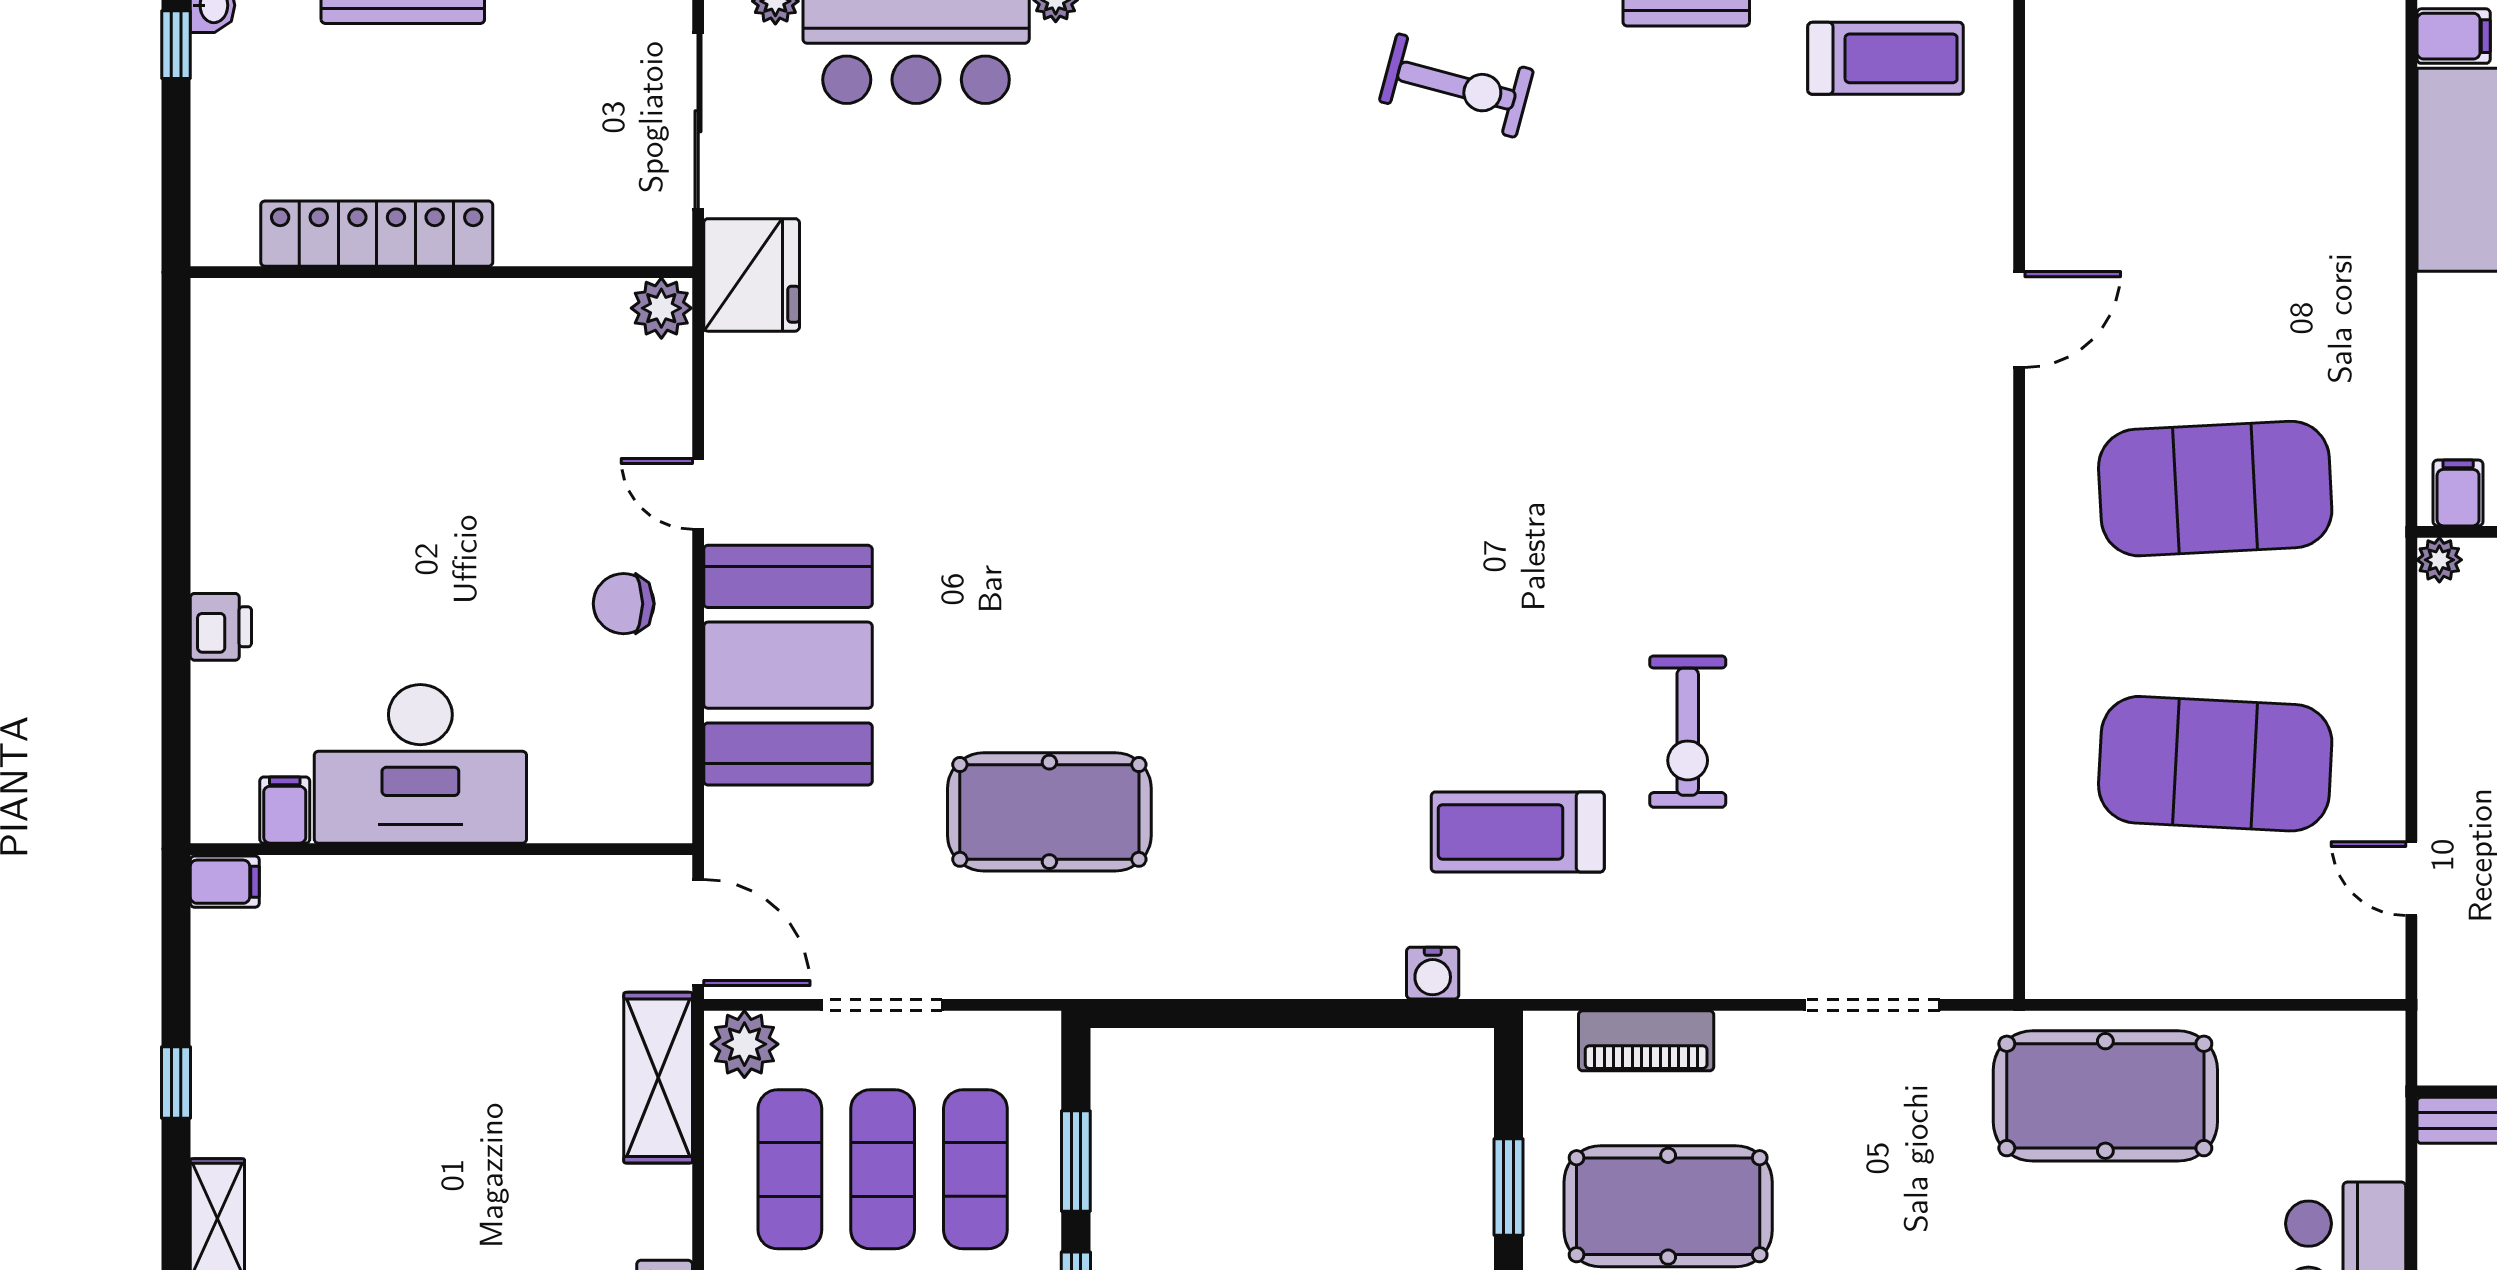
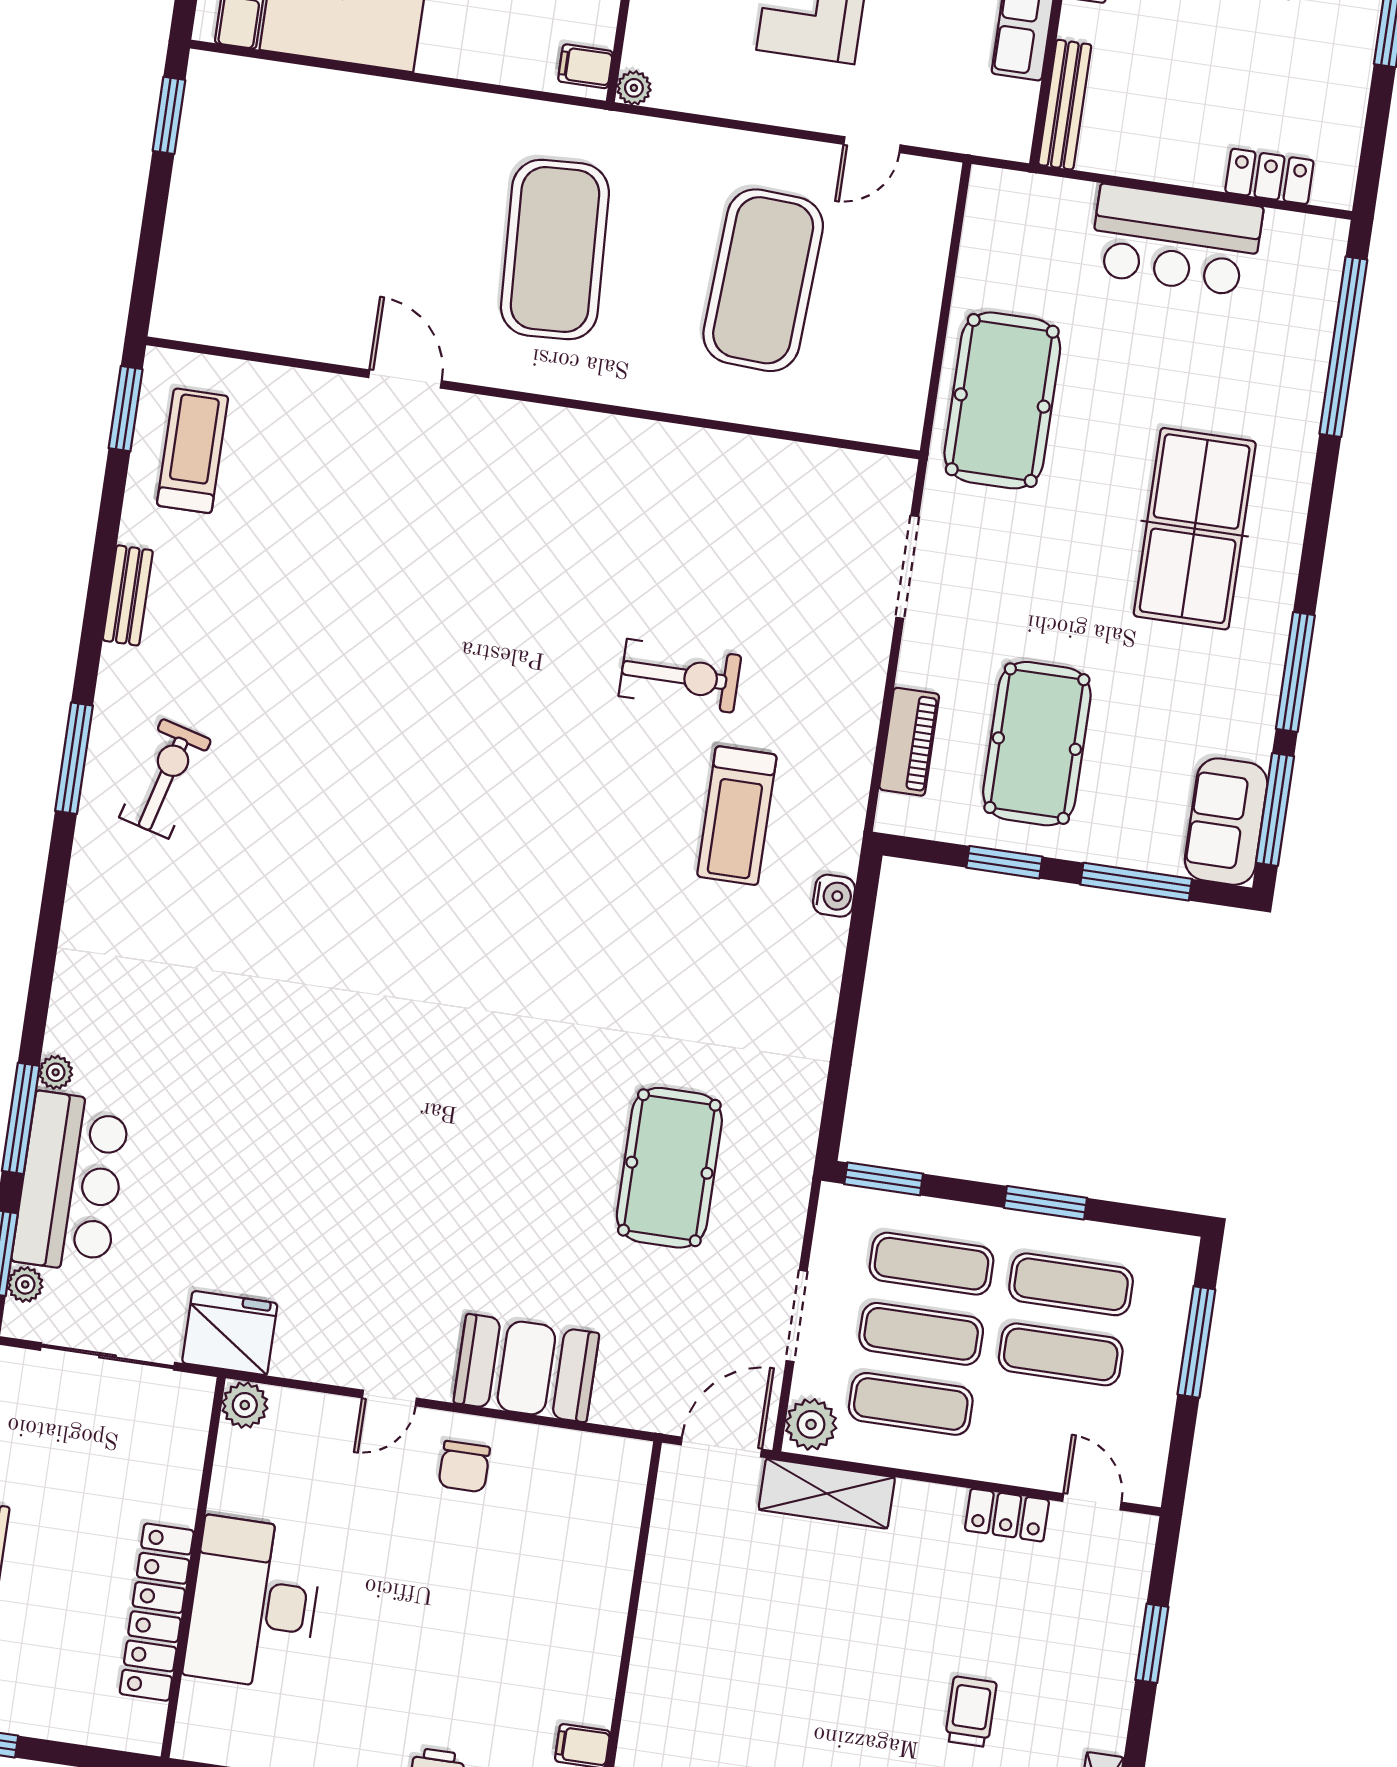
booth: (788, 665) -> (526, 1368), width x0.73, depth x0.70
desk: (420, 764) -> (254, 1603), moved, turned 180
window: (1076, 1161) -> (884, 1179), moved

